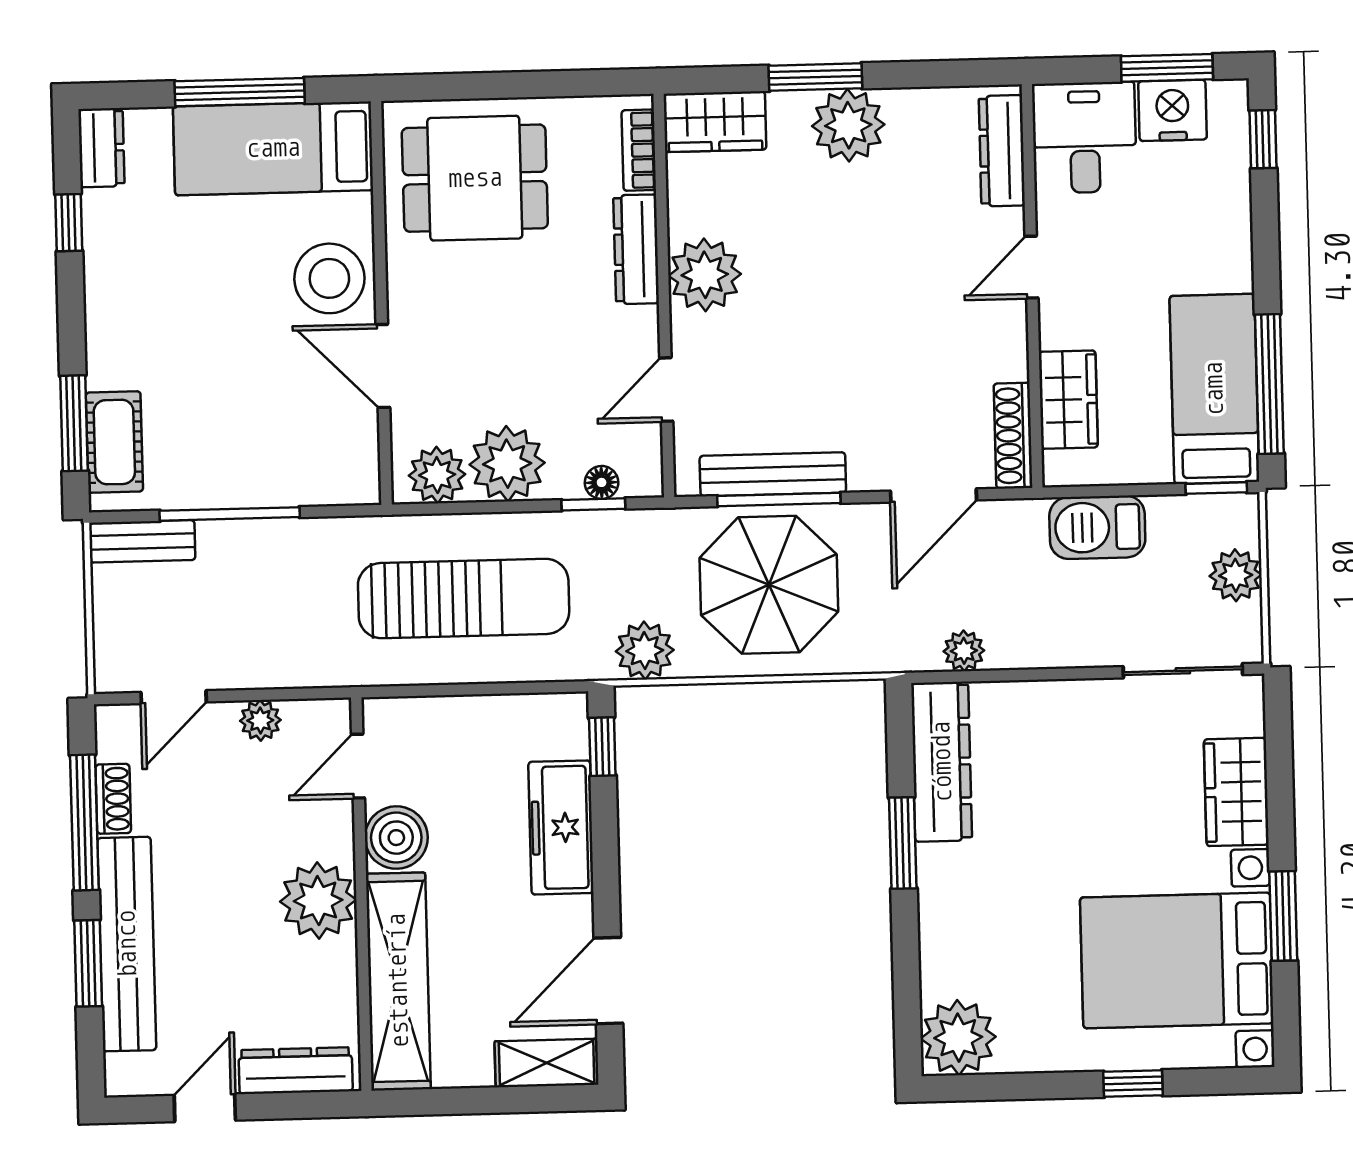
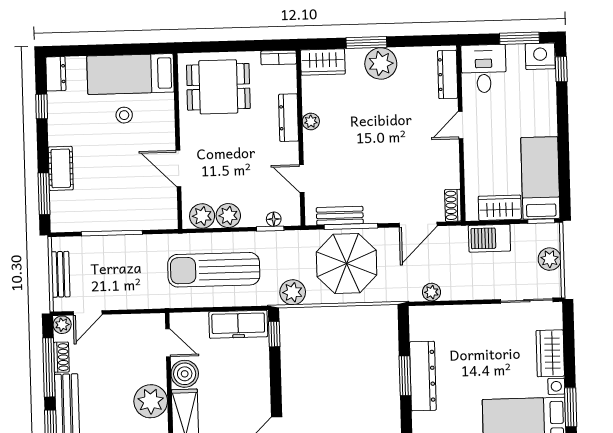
window: (240, 92) -> (116, 50), removed
nightstand: (1172, 110) -> (540, 56), moved
bookcase: (639, 150) -> (279, 58), moved, turned -90
plant: (705, 275) -> (311, 121), width x0.53, depth x0.53
stool: (329, 278) -> (124, 115), moved, width x0.53, depth x0.53
window: (1269, 384) -> (564, 176), removed
door: (666, 390) -> (302, 179), hinge flipped
wardrobe: (1068, 400) -> (500, 208), moved, turned -90
shoe rack: (1013, 436) -> (453, 205), width x0.70
cot: (114, 442) -> (61, 168), moved
plant: (507, 464) -> (228, 216), width x0.73, depth x0.73
bench: (773, 474) -> (340, 216), width x0.73
bench: (142, 541) -> (61, 274), moved, turned 90
sun lounger: (464, 599) -> (214, 270), turned 180
plant: (260, 720) -> (62, 325), moved
dresser: (942, 762) -> (423, 376), moved
door: (358, 766) -> (168, 343), swing flipped
freezer: (561, 827) -> (238, 324), moved, turned -90

